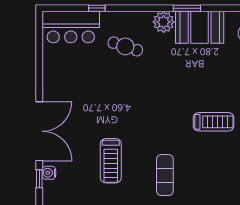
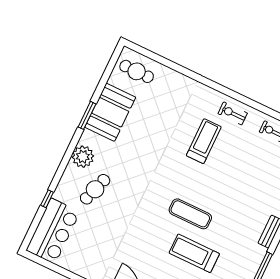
plant: (164, 22) -> (83, 157), moved
treadmill: (111, 161) -> (194, 253), turned 180
exercise mat: (165, 175) -> (190, 214), moved

